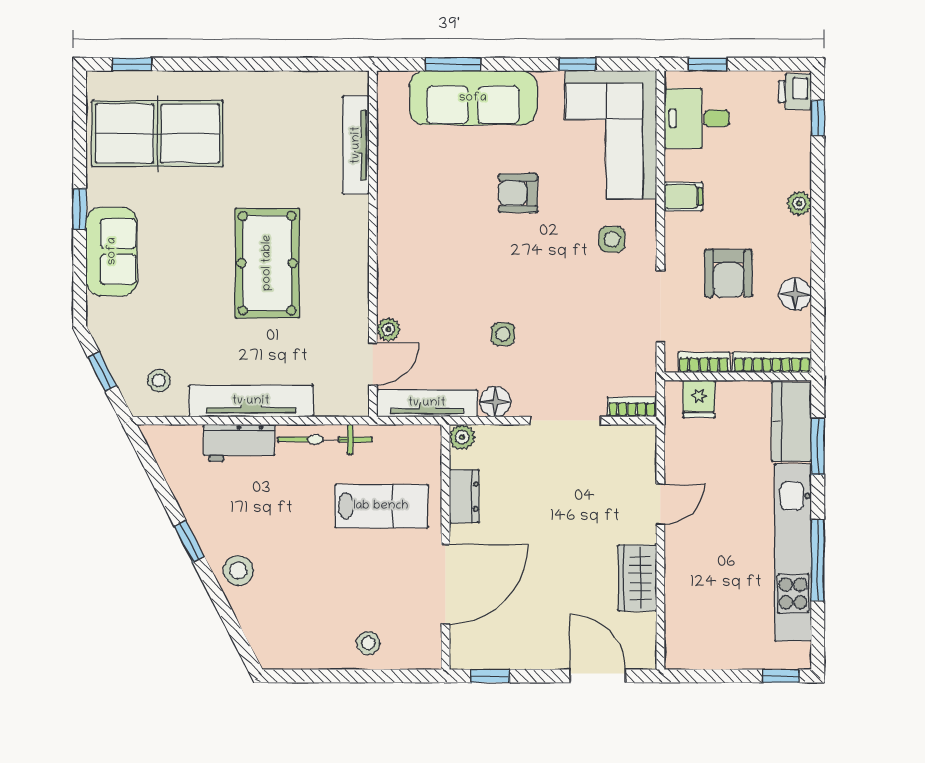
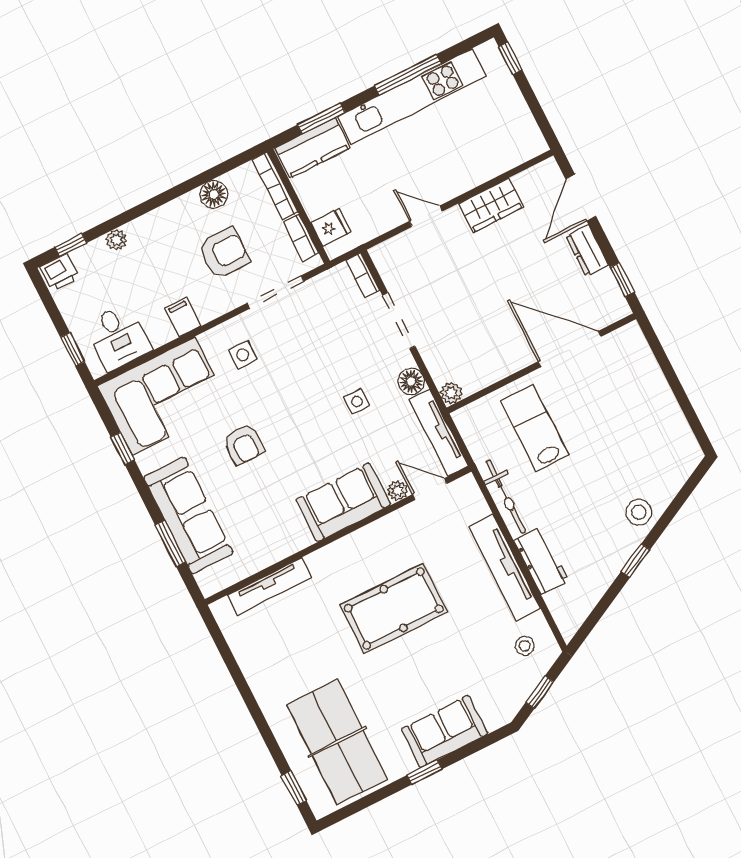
plant: (799, 203) -> (116, 240), moved
sofa: (405, 267) -> (343, 502), added
dresser: (464, 496) -> (587, 251), moved, turned -90
stool: (368, 643) -> (644, 385), removed

